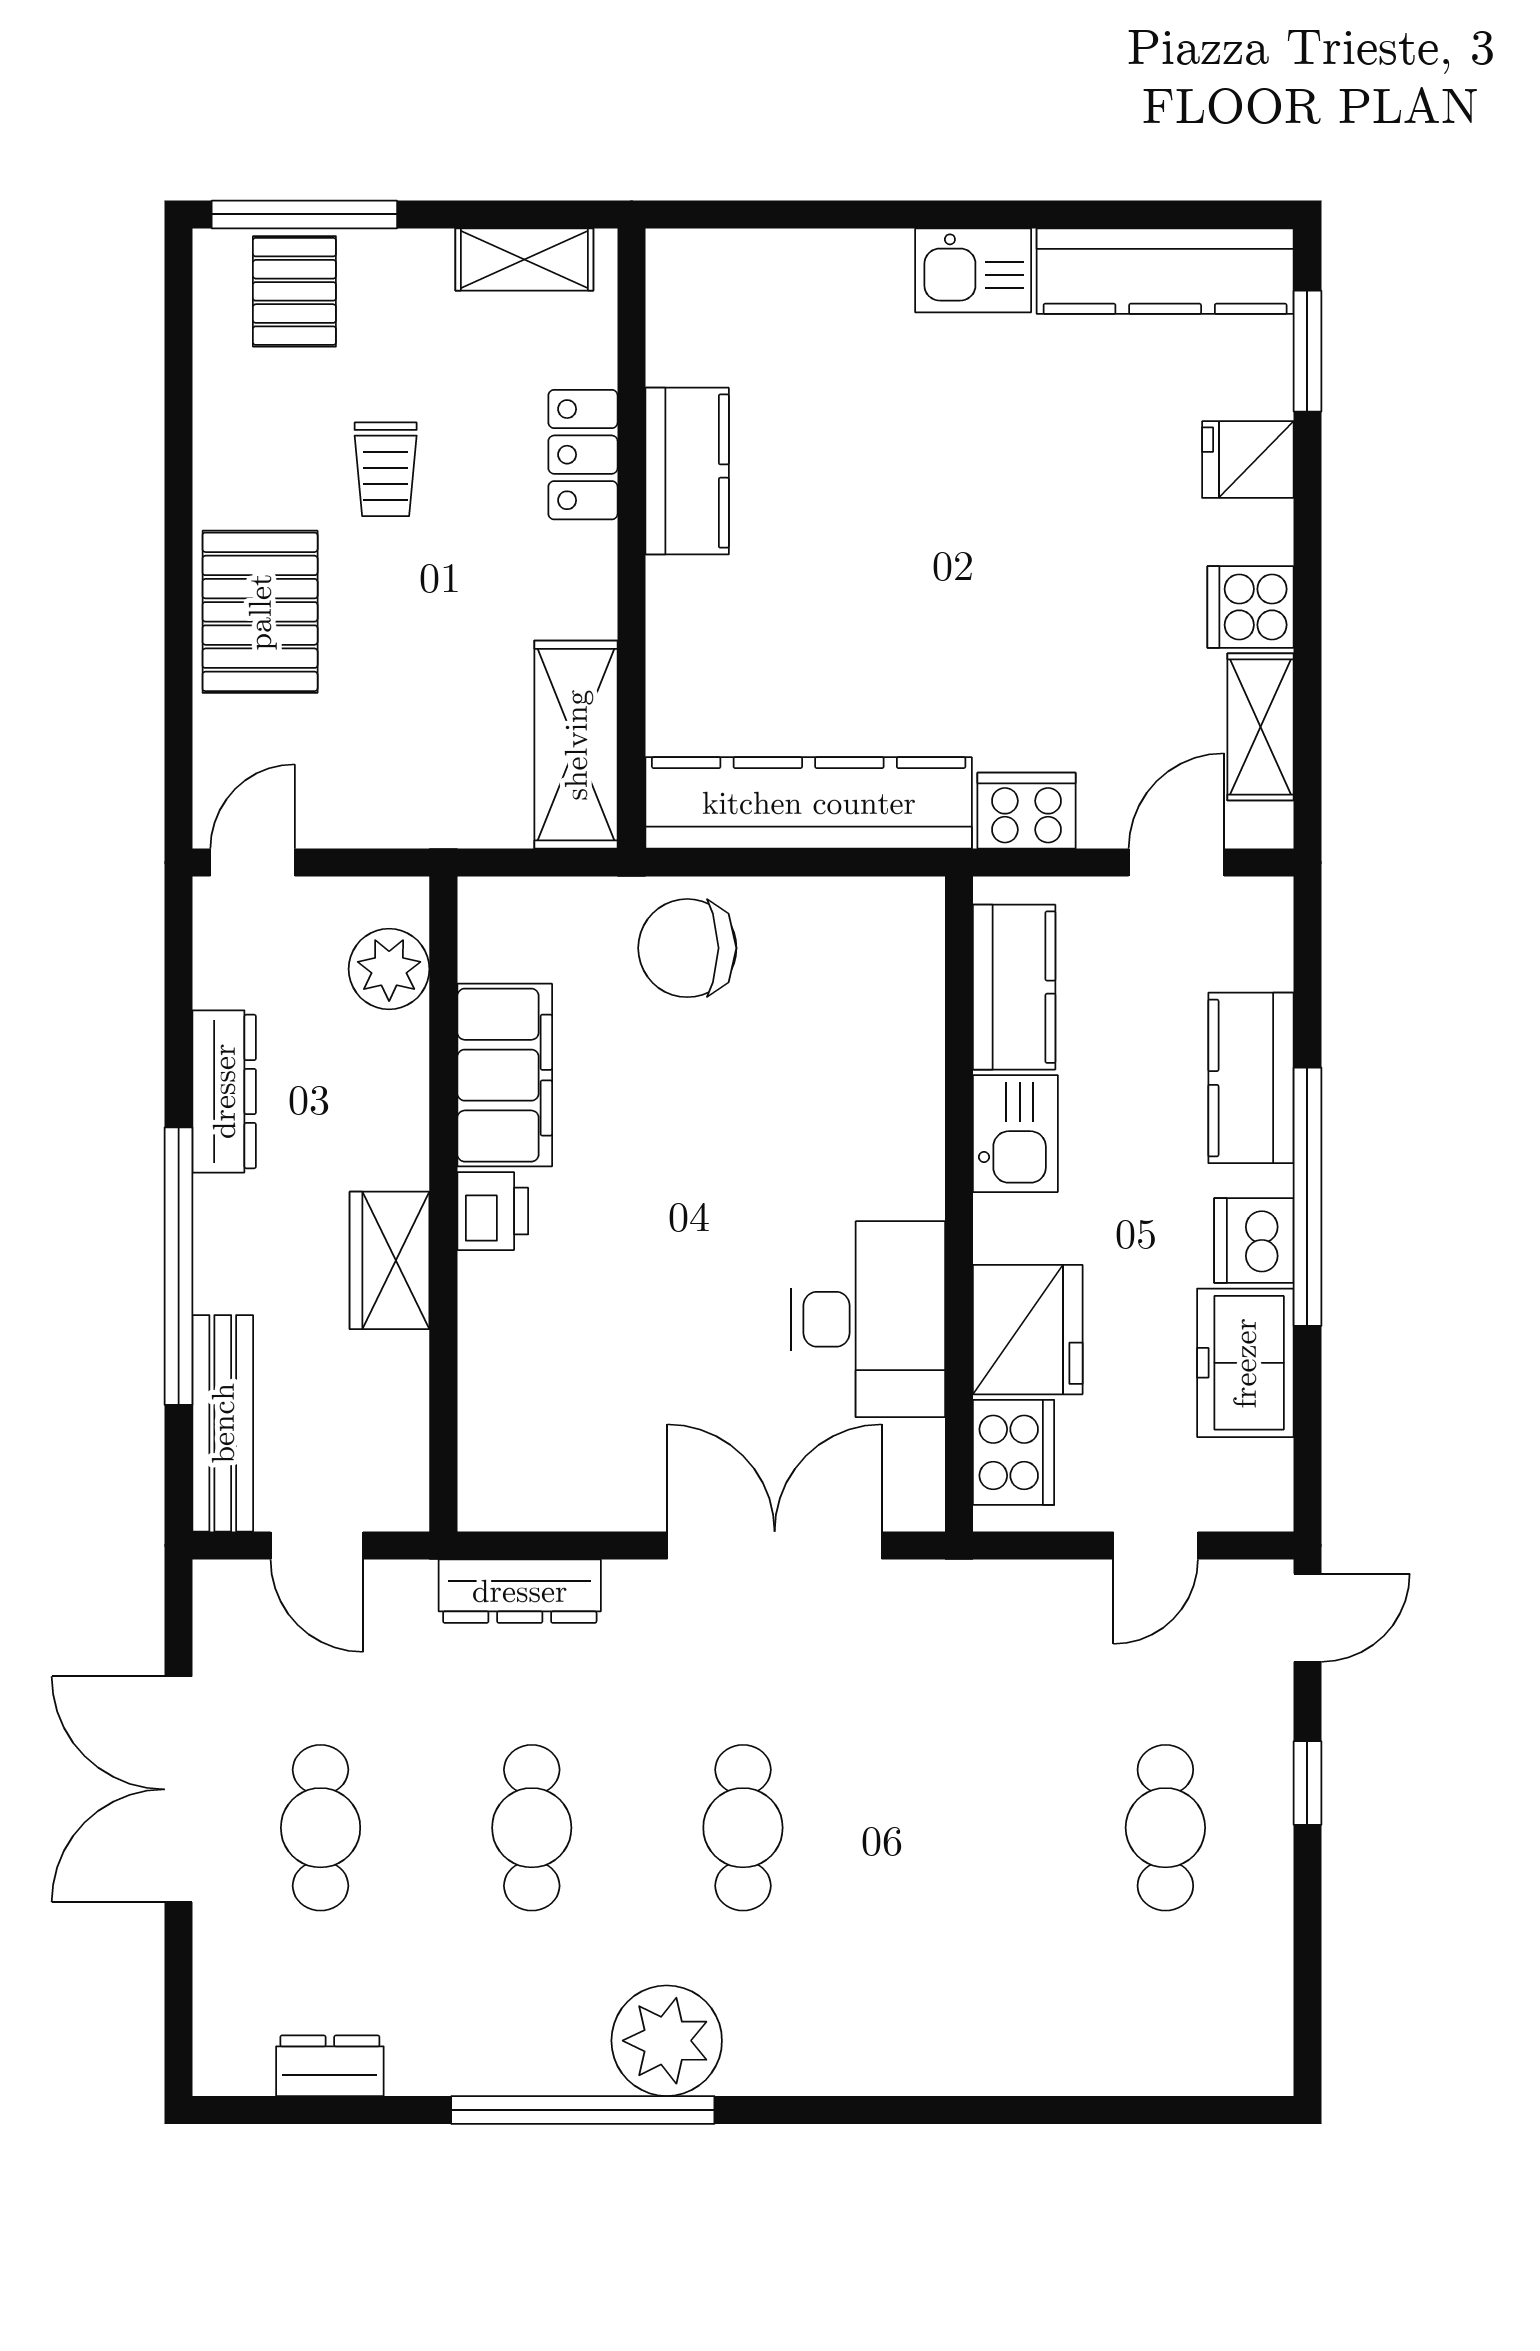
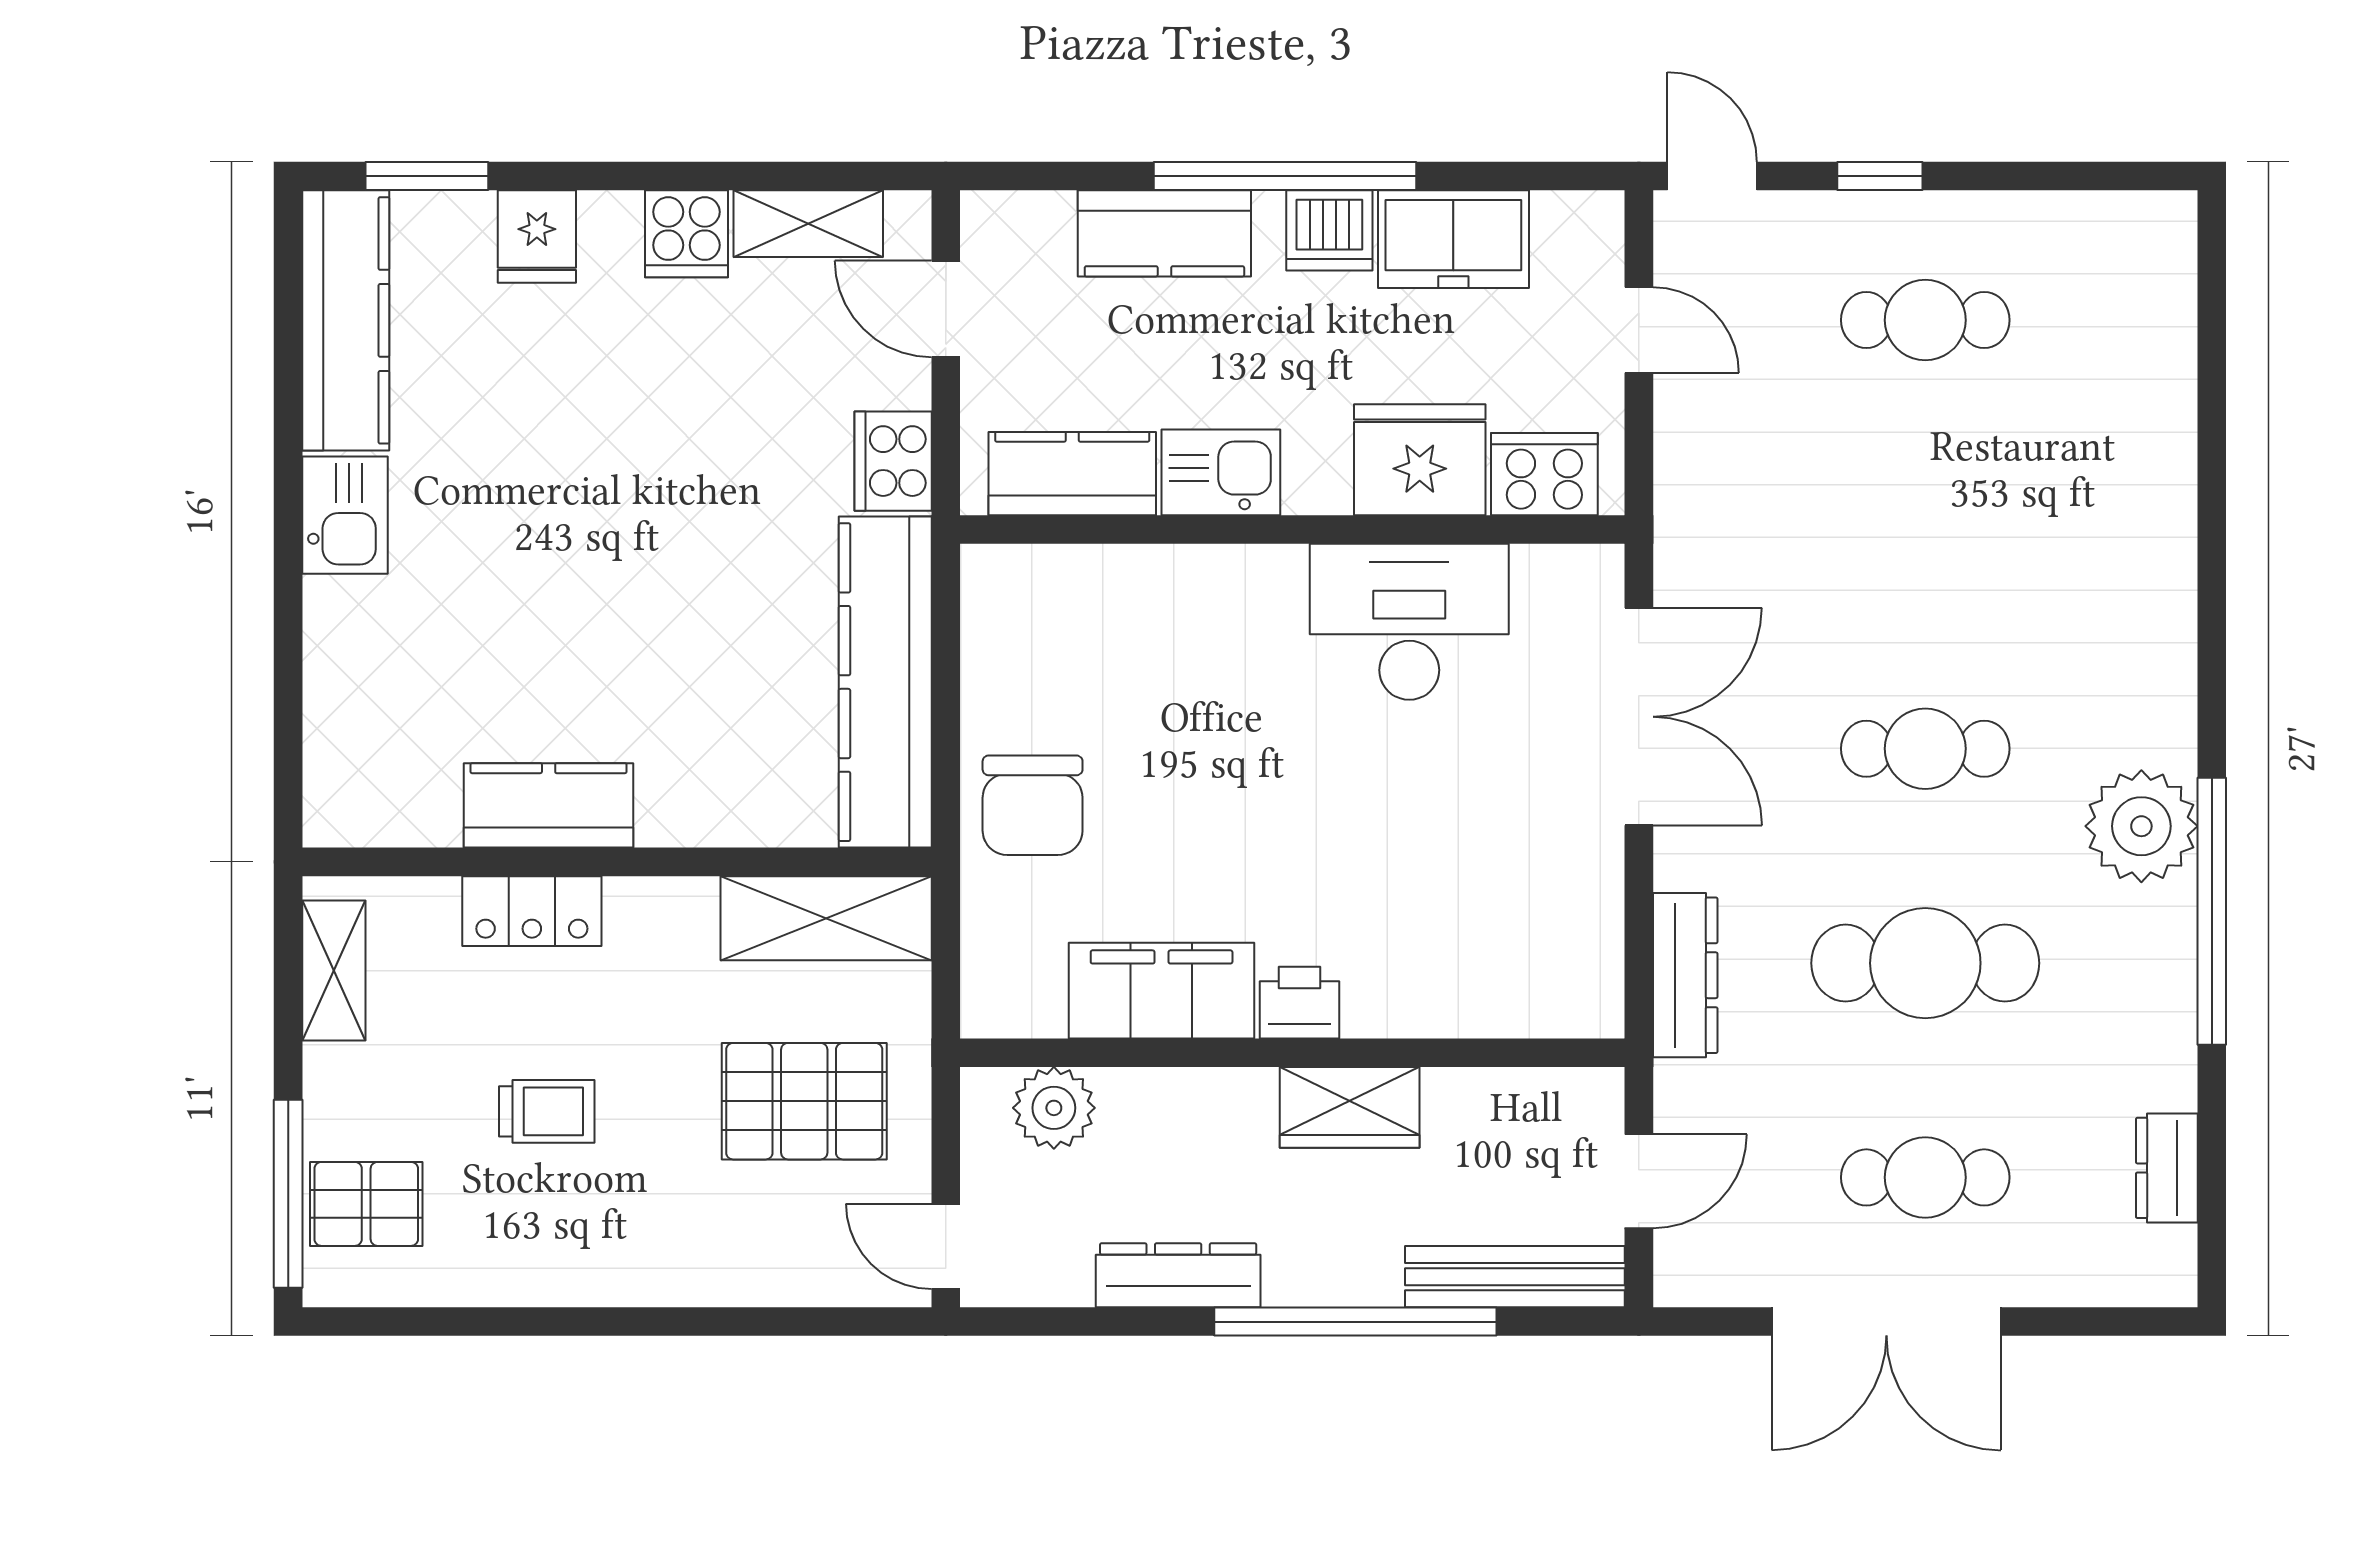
pallet: (260, 612) -> (804, 1101), moved
double door: (775, 1545) -> (1639, 717), swing flipped
cafe table: (532, 1828) -> (1925, 963), width x1.37, depth x1.35

